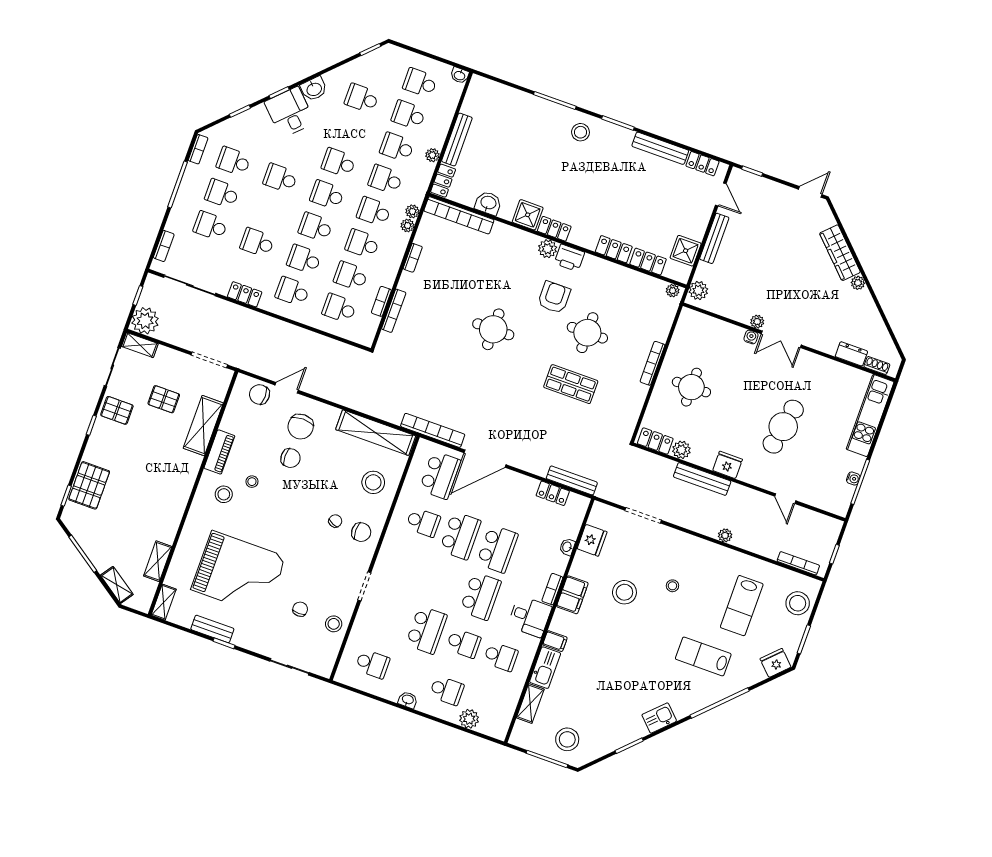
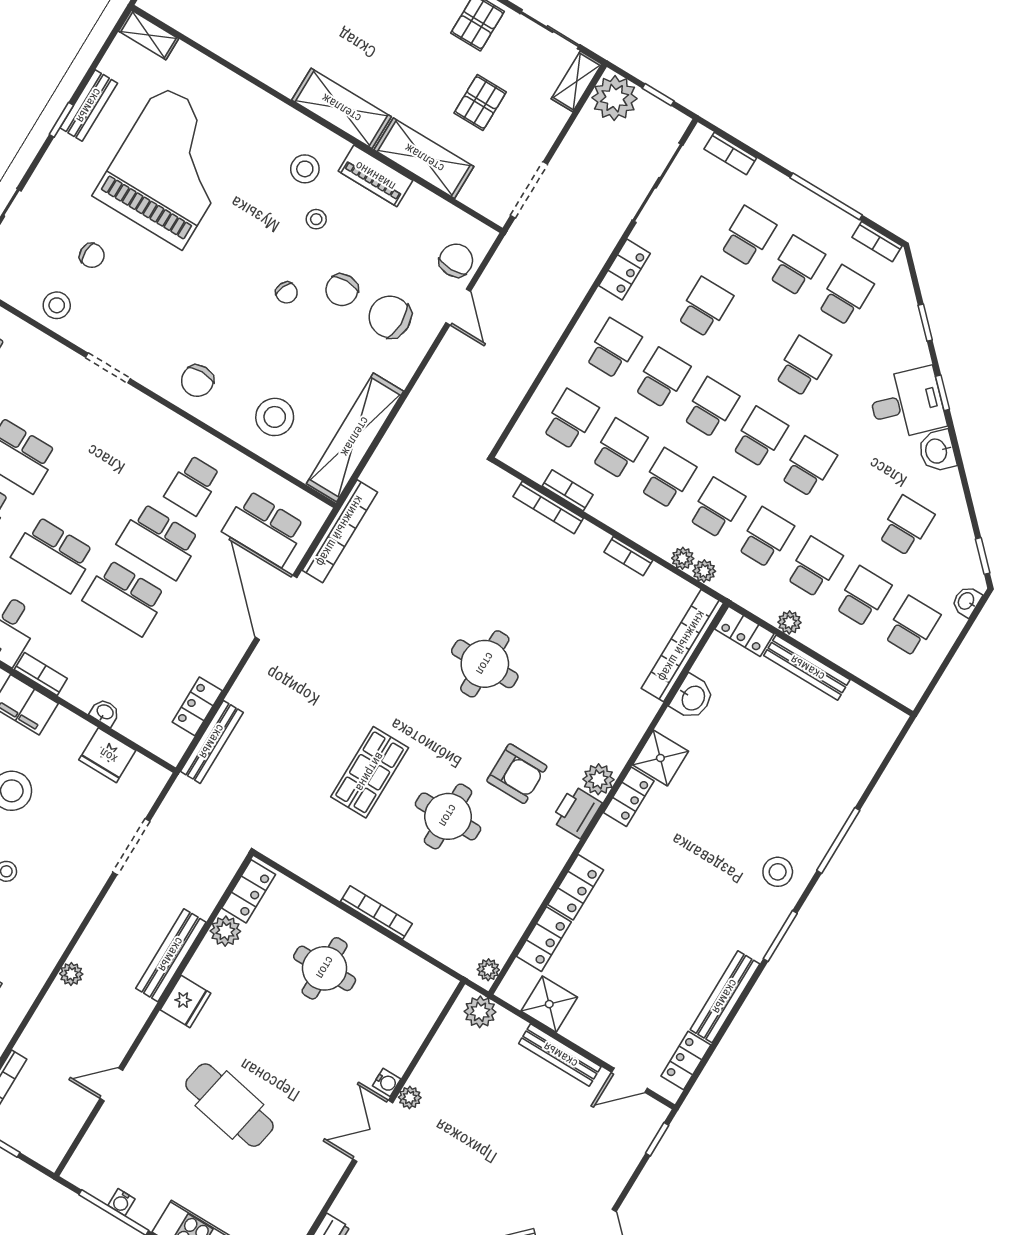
washbasin: (460, 75) -> (967, 601), moved
chair: (335, 521) -> (287, 293), moved
shelving: (158, 561) -> (341, 108), moved, width x1.50, depth x1.33
grand piano: (238, 573) -> (171, 167), turned 180

